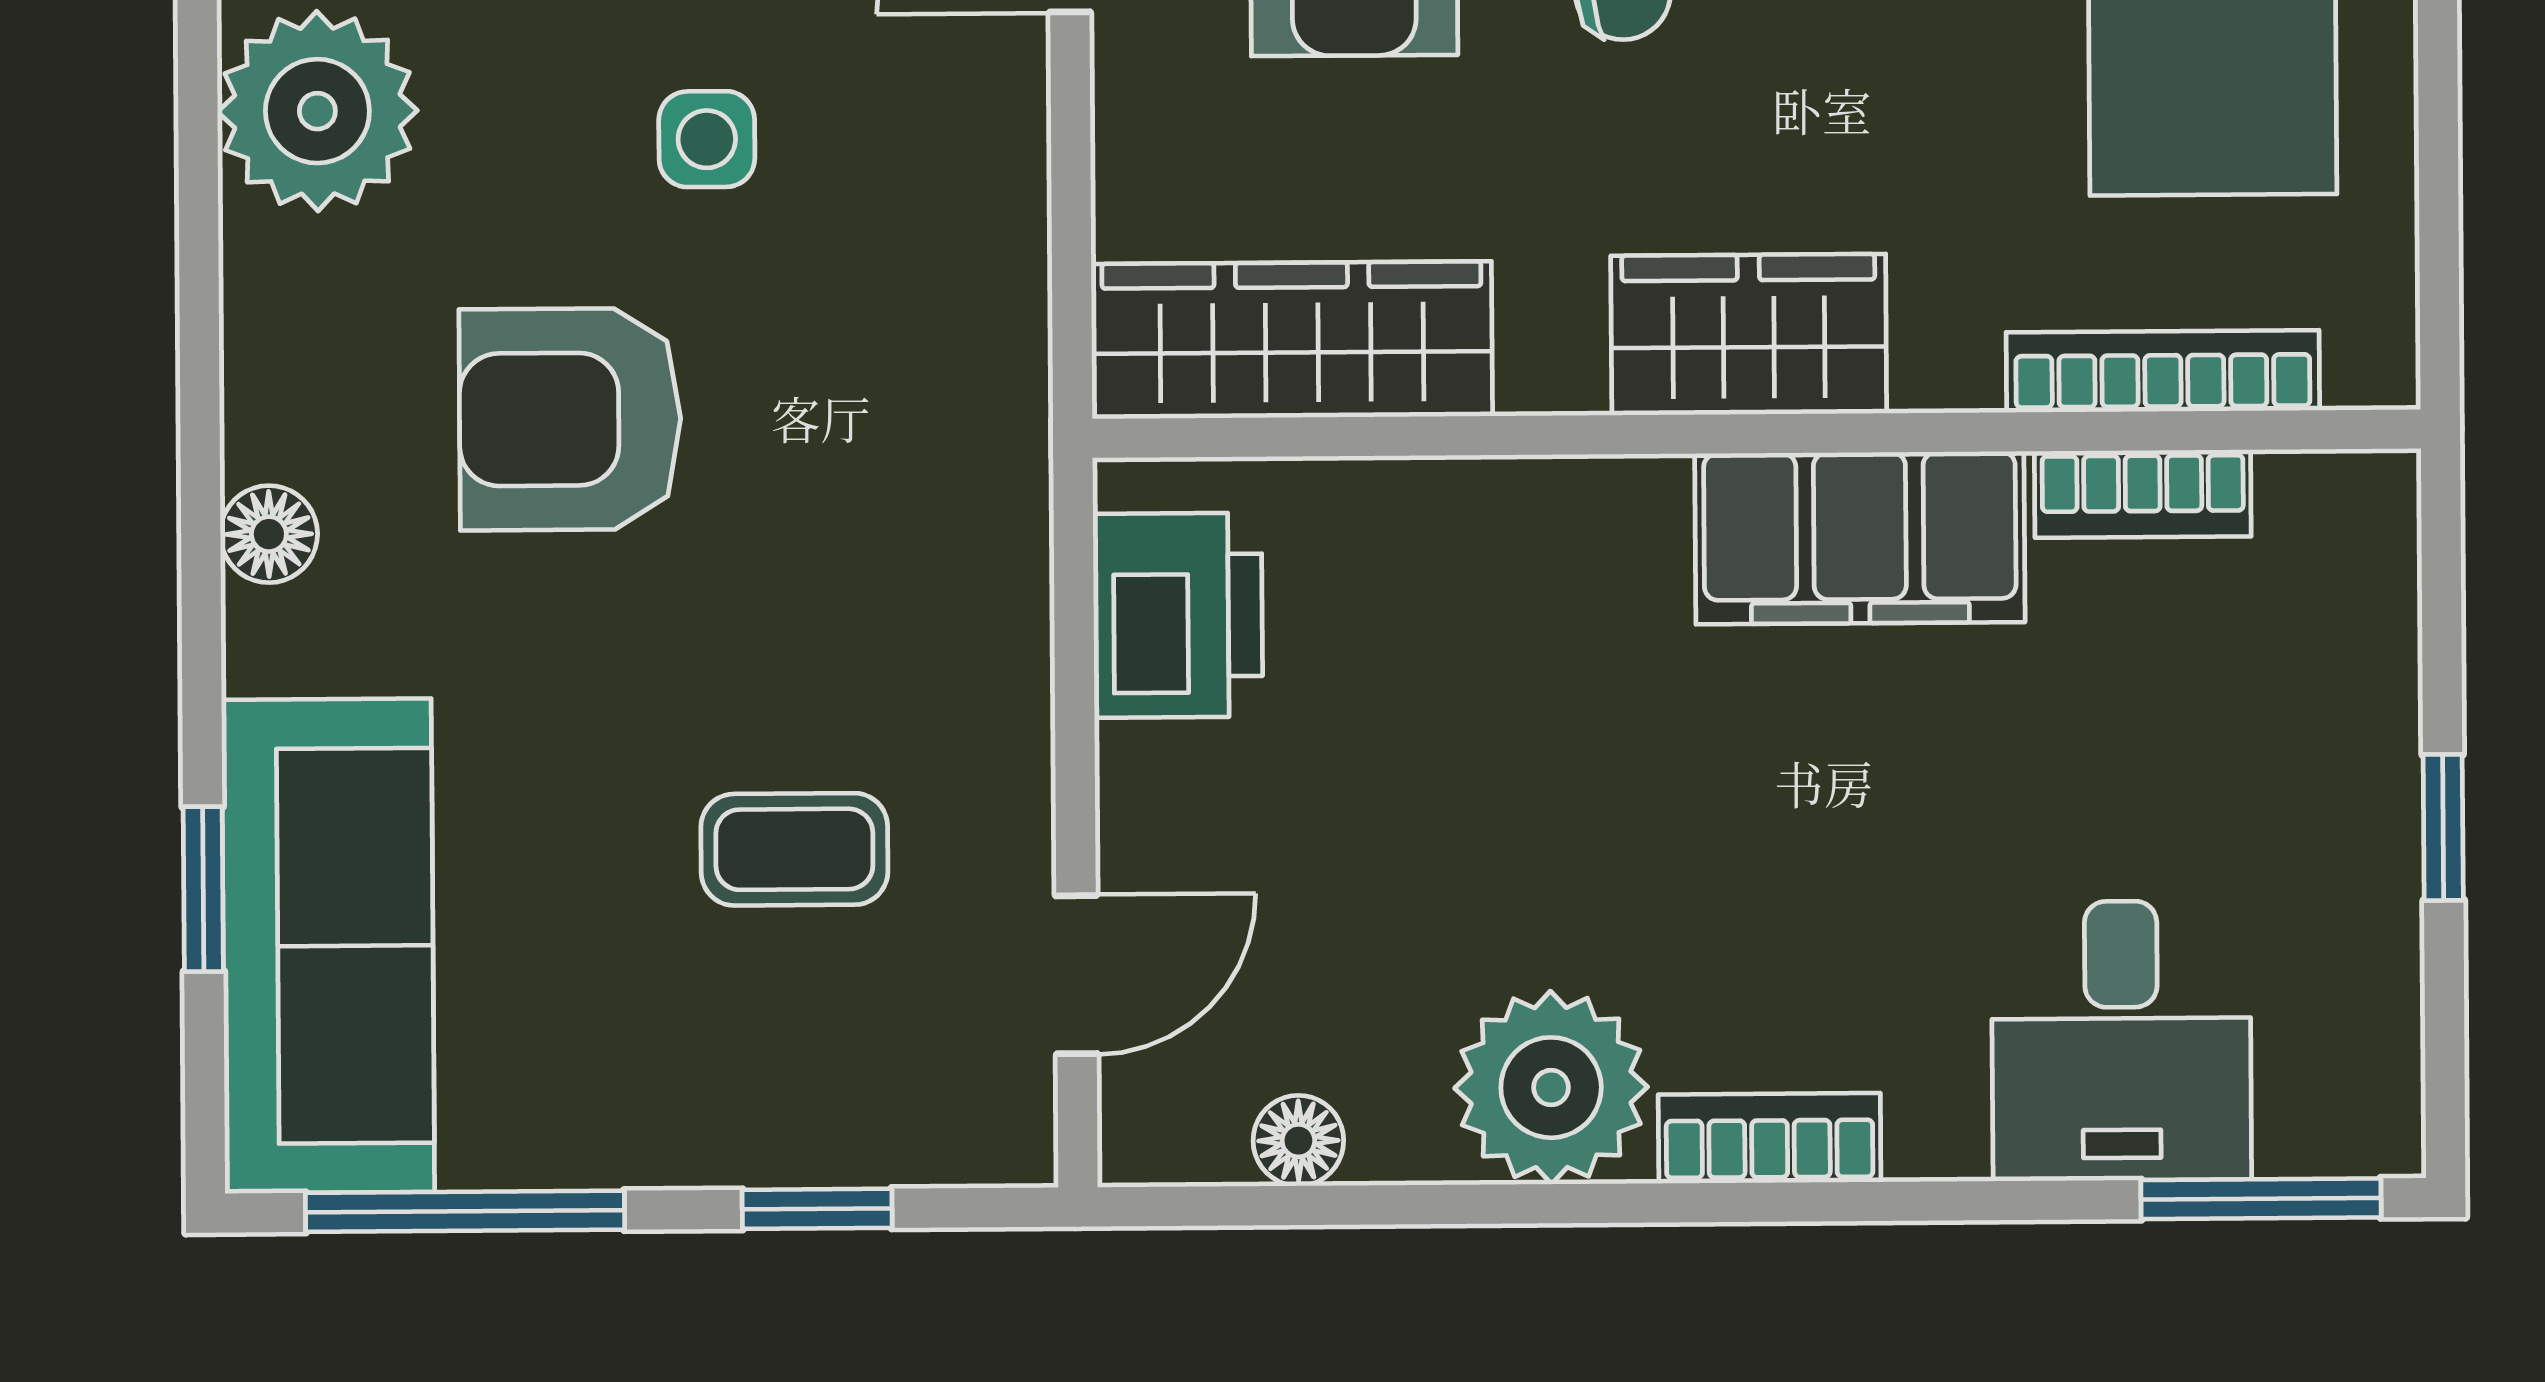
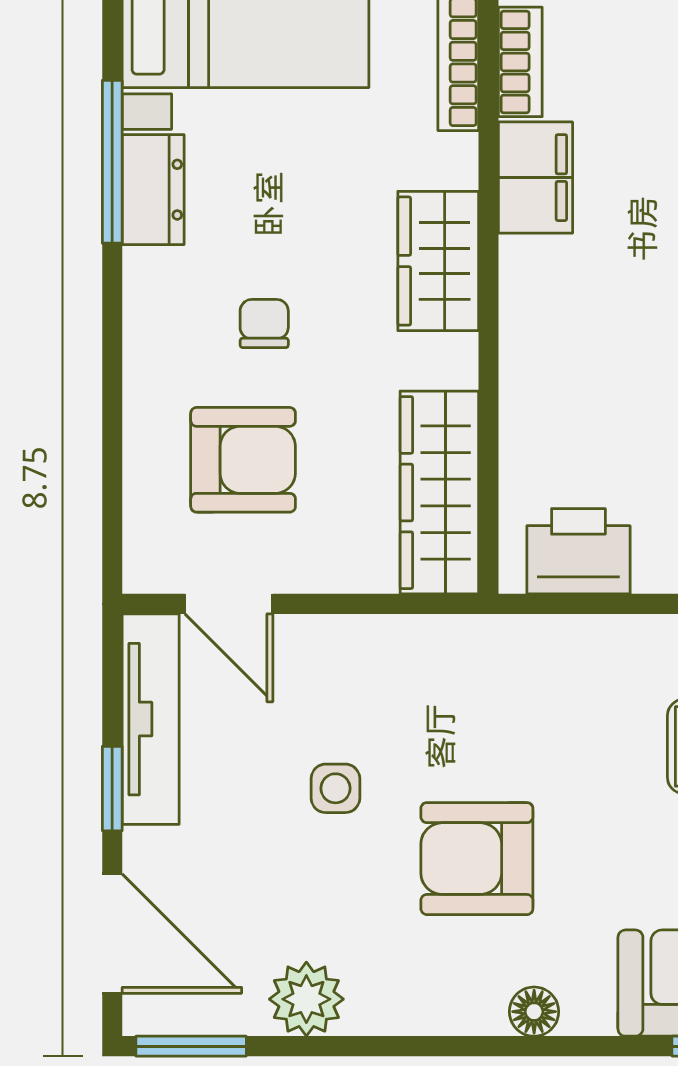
plant: (317, 111) -> (306, 999), width x0.73, depth x0.73
armchair: (570, 419) -> (477, 859), turned 90
filing cabinet: (1860, 538) -> (535, 178), width x0.67, depth x0.86

